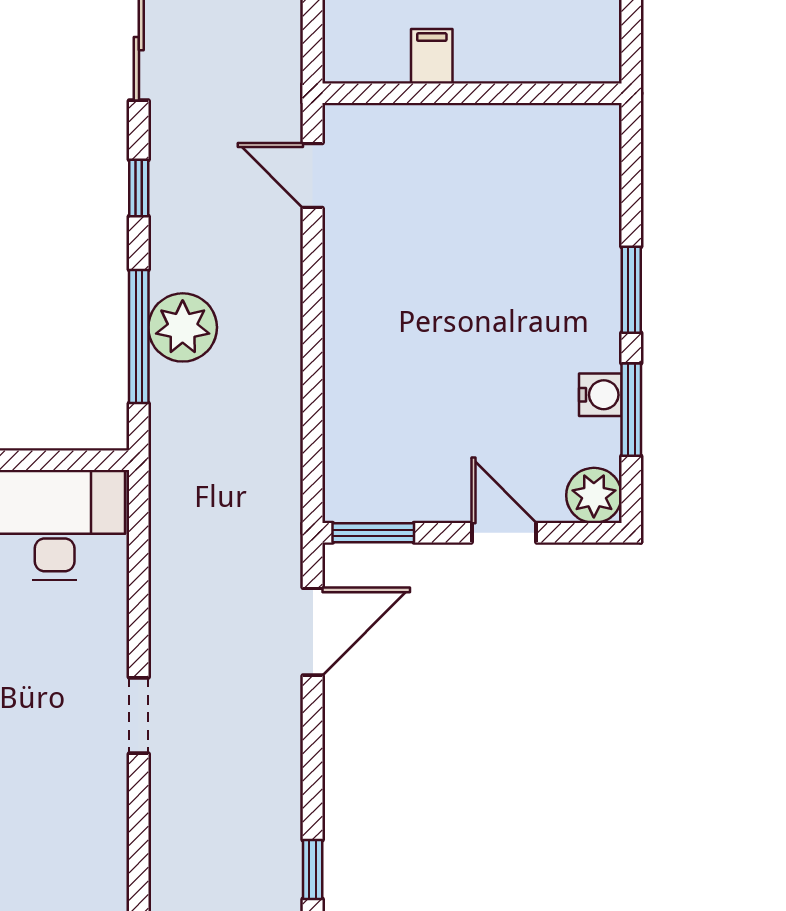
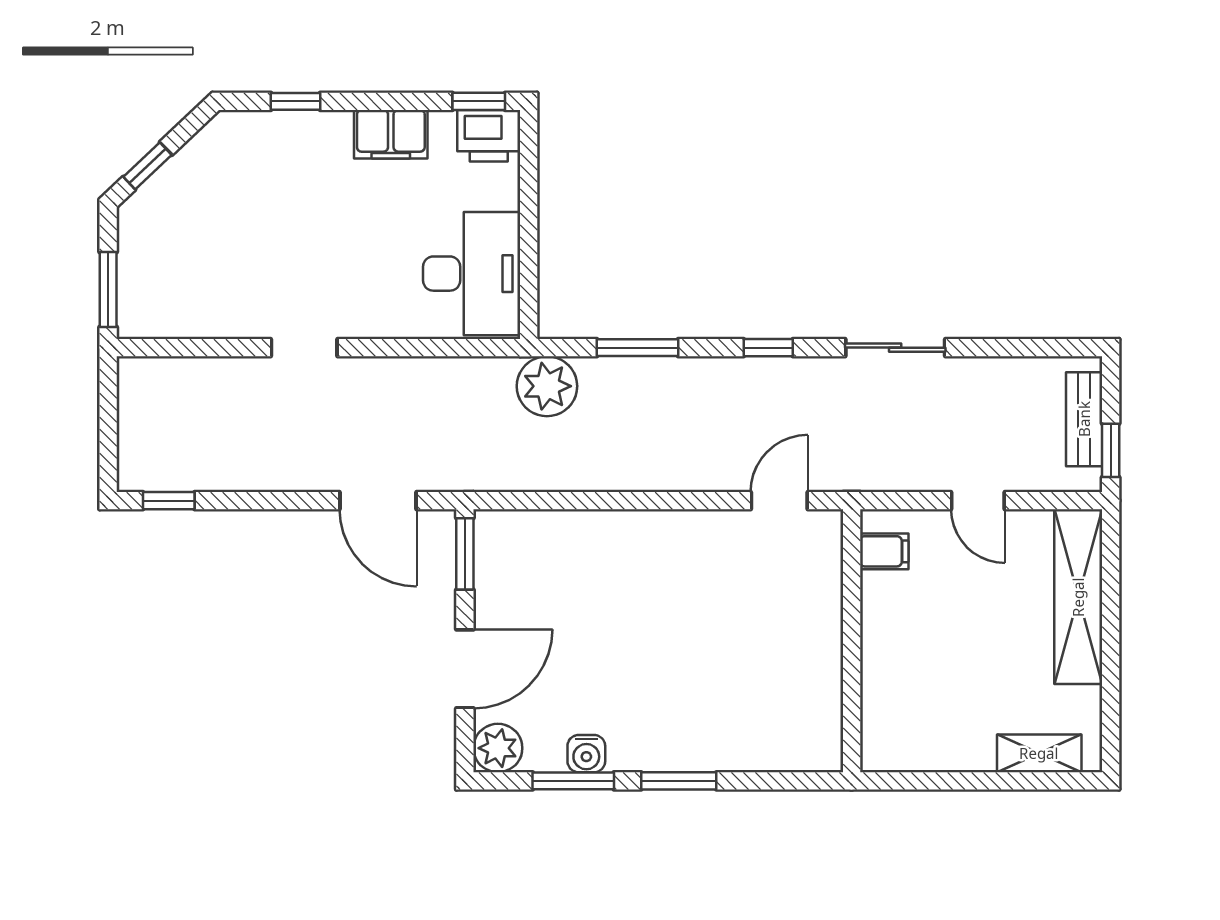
filing cabinet: (432, 56) -> (884, 551), moved
plant: (183, 327) -> (547, 386), moved
window: (139, 337) -> (638, 348), width x0.69
door: (504, 533) -> (465, 669), width x1.38

